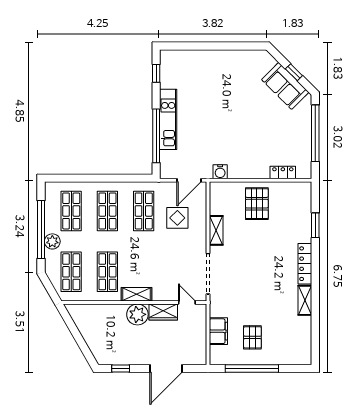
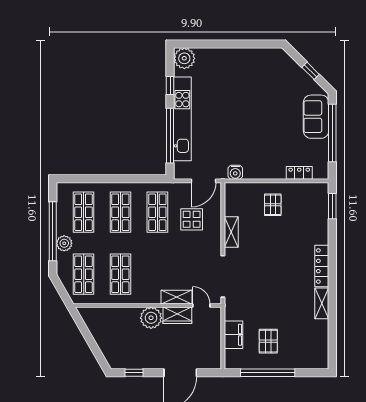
plant: (170, 60) -> (184, 58), added
window: (156, 73) -> (170, 86), moved
sofa: (285, 86) -> (316, 117), moved, turned 45
kitchen unit: (168, 119) -> (182, 119), width x1.36
pallet: (257, 204) -> (273, 205), width x0.67, depth x0.71
window: (315, 225) -> (332, 206), moved
shelving: (137, 294) -> (176, 297), moved

